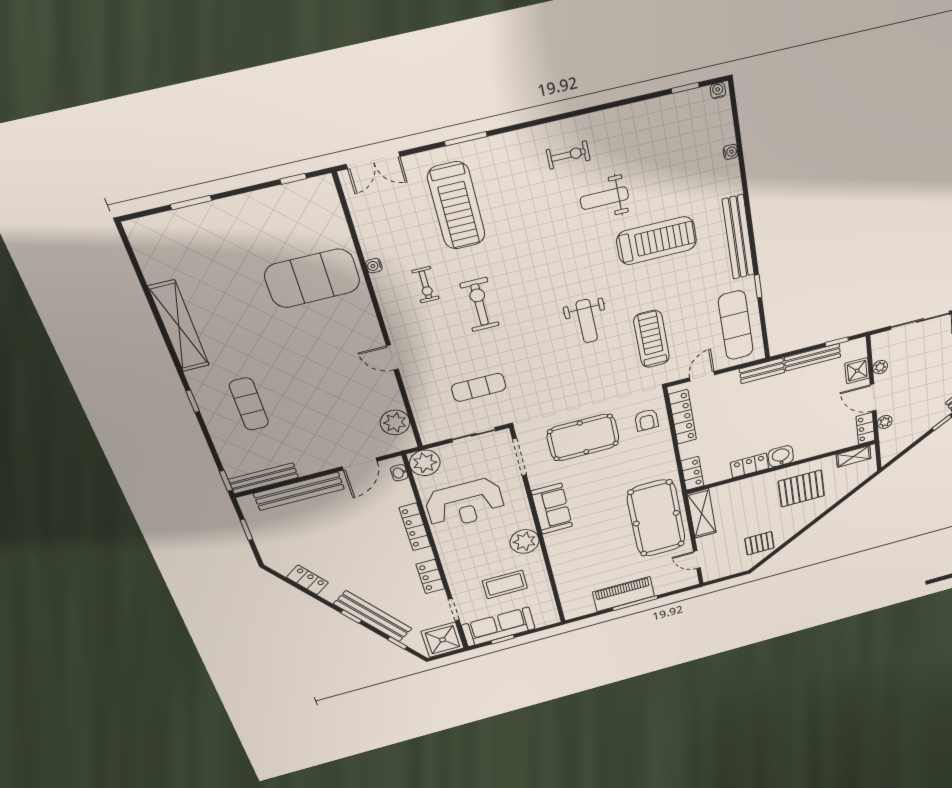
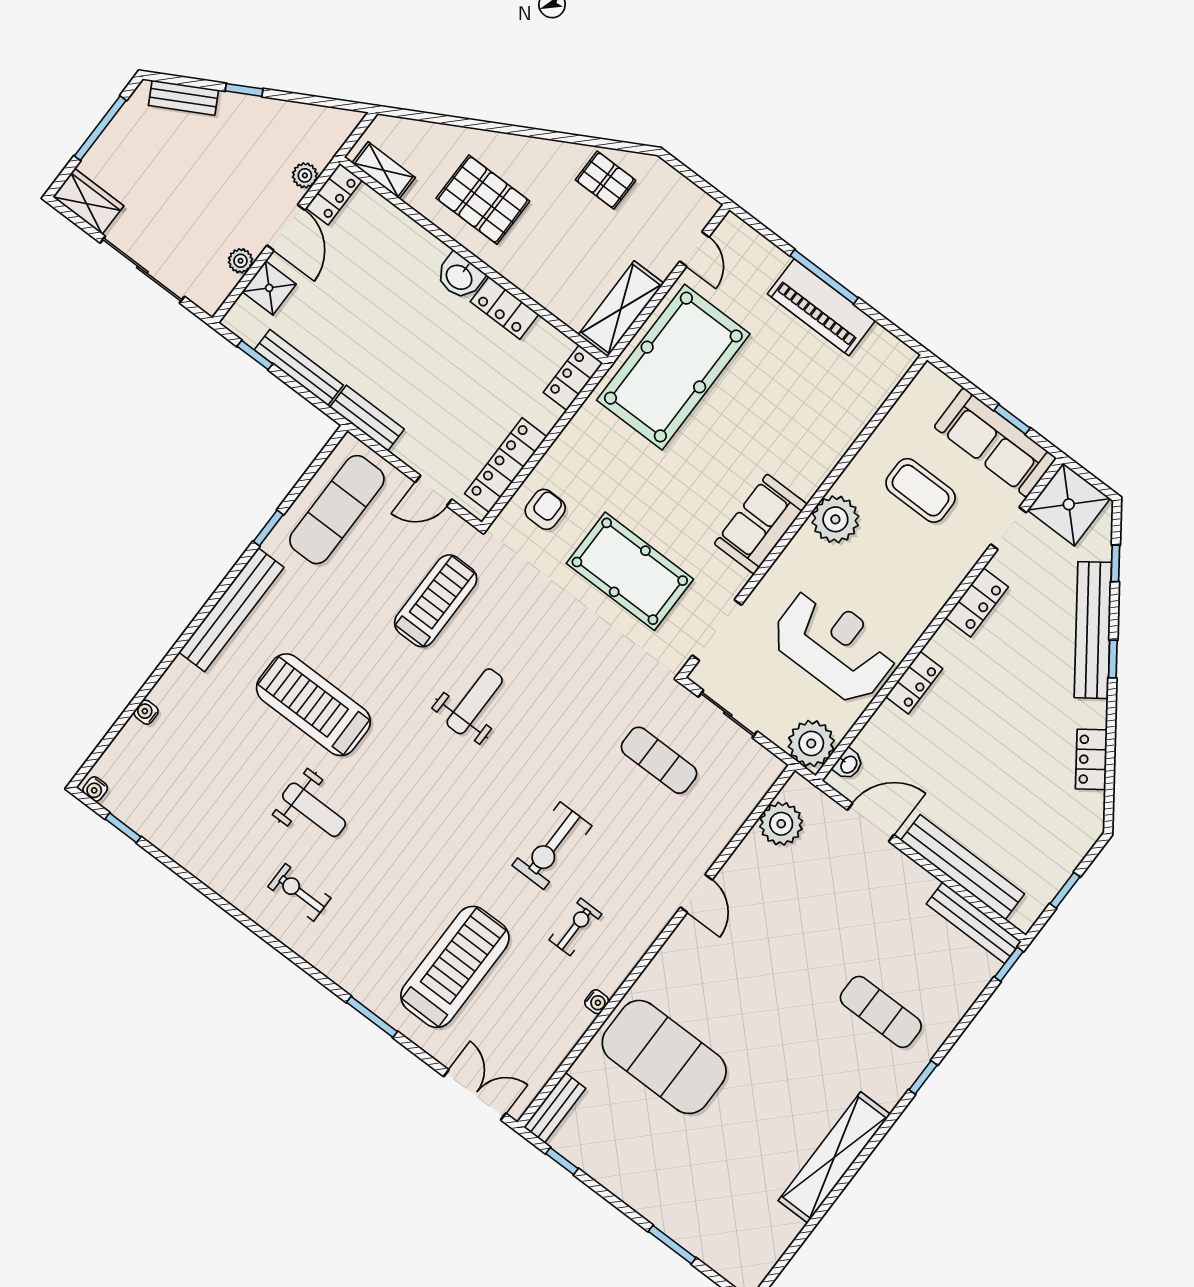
bench: (329, 199) -> (555, 1108), added
treadmill: (652, 339) -> (436, 601), turned 180
exercise mat: (249, 404) -> (881, 1012), turned 90
locker: (415, 527) -> (914, 683), width x0.66

